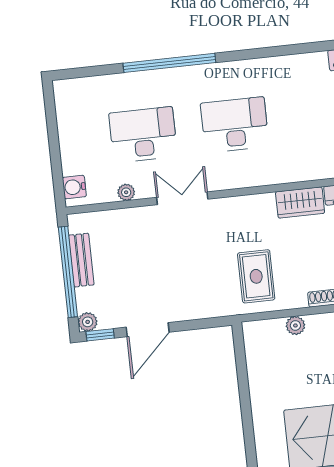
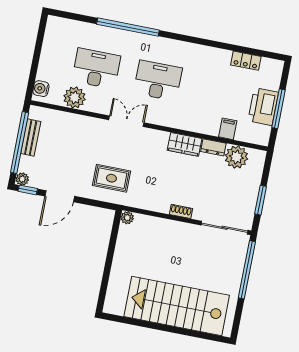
plant: (126, 192) -> (75, 97), width x1.87, depth x1.87
double door: (182, 198) -> (126, 121), moved
rug: (256, 276) -> (111, 178), moved, turned 90
plant: (295, 325) -> (127, 218), moved

